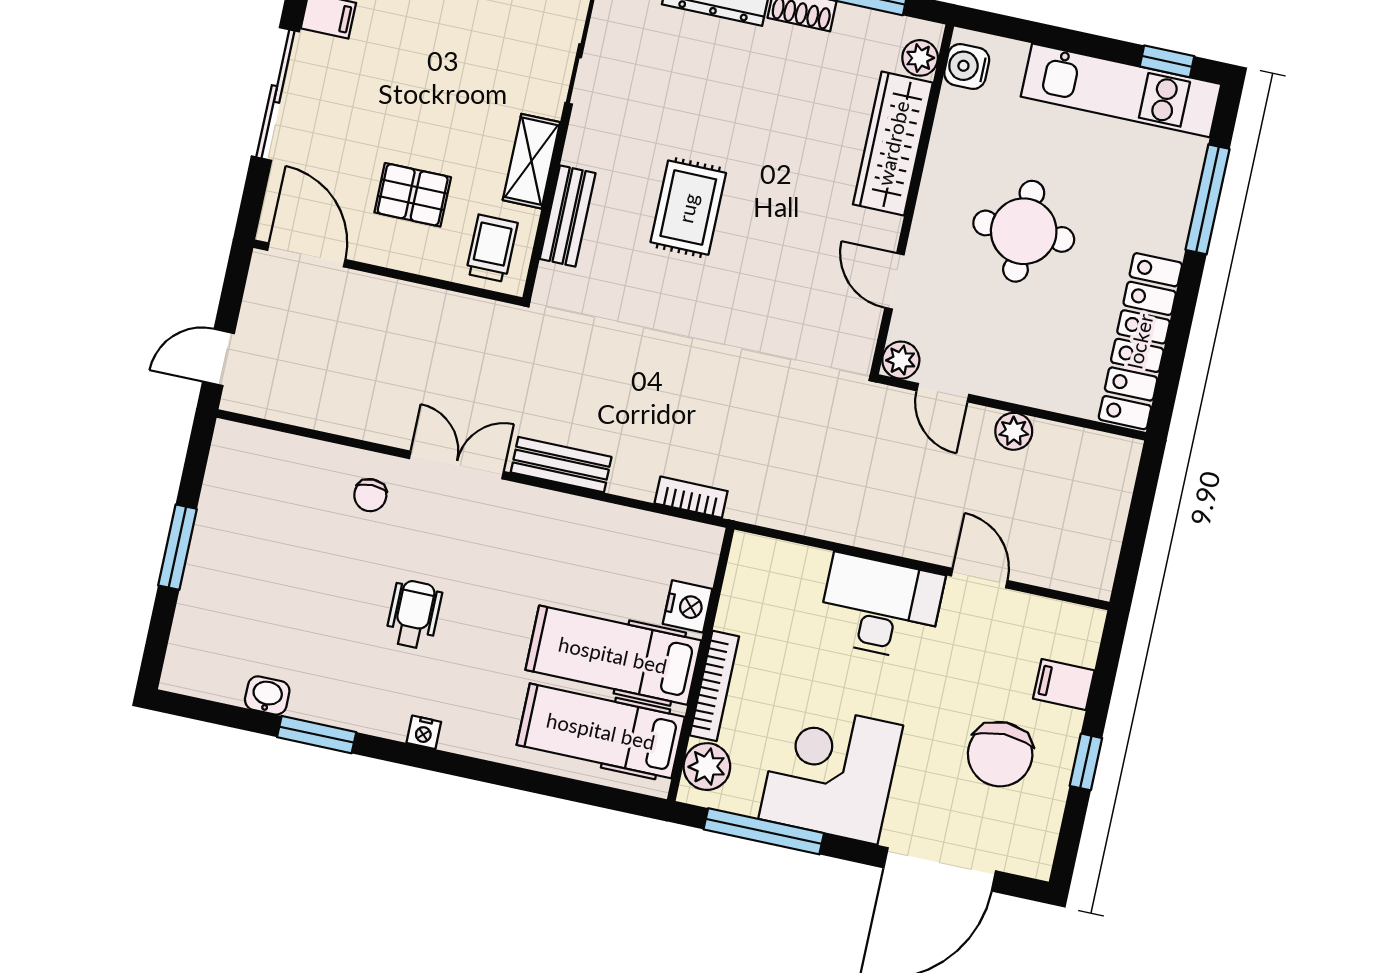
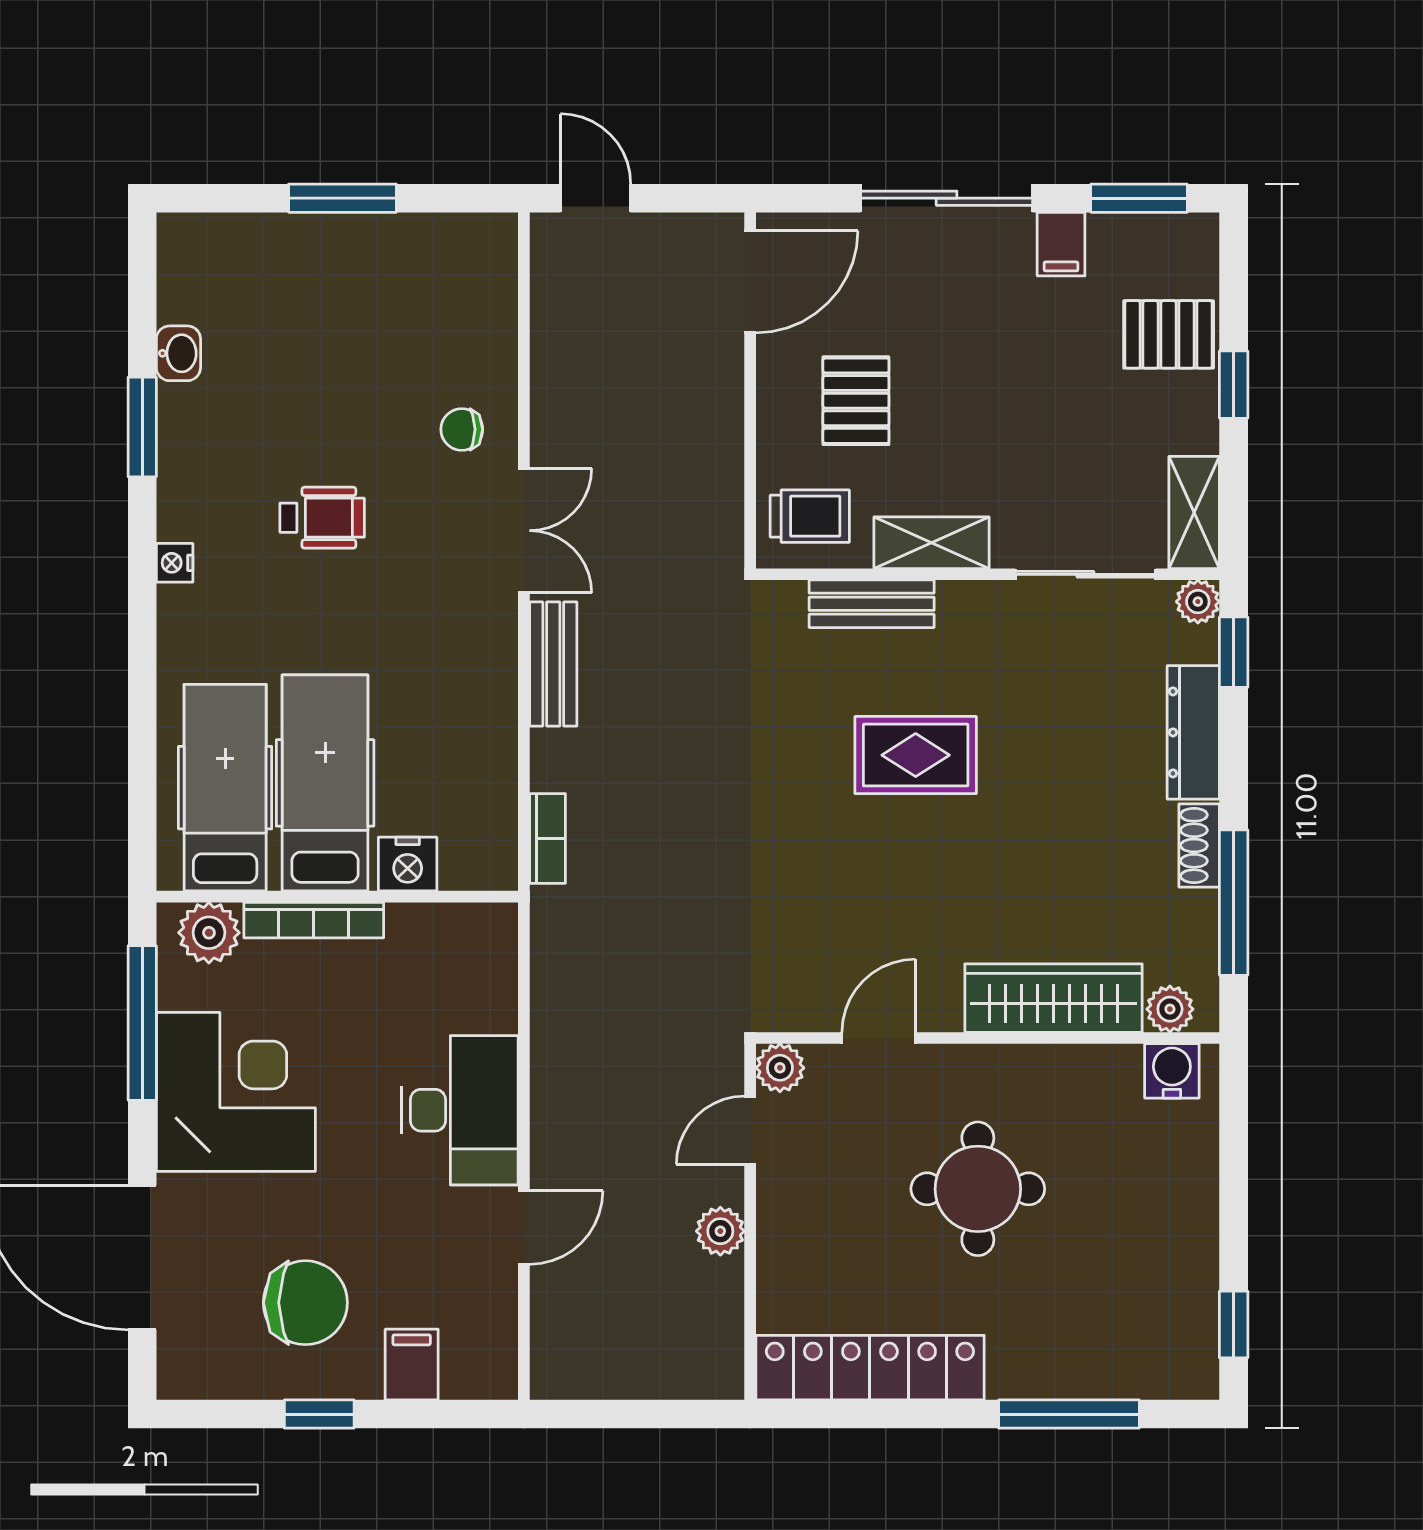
kitchen unit: (1121, 90) -> (1184, 1274), removed
chair: (1000, 754) -> (305, 1303), turned 180

